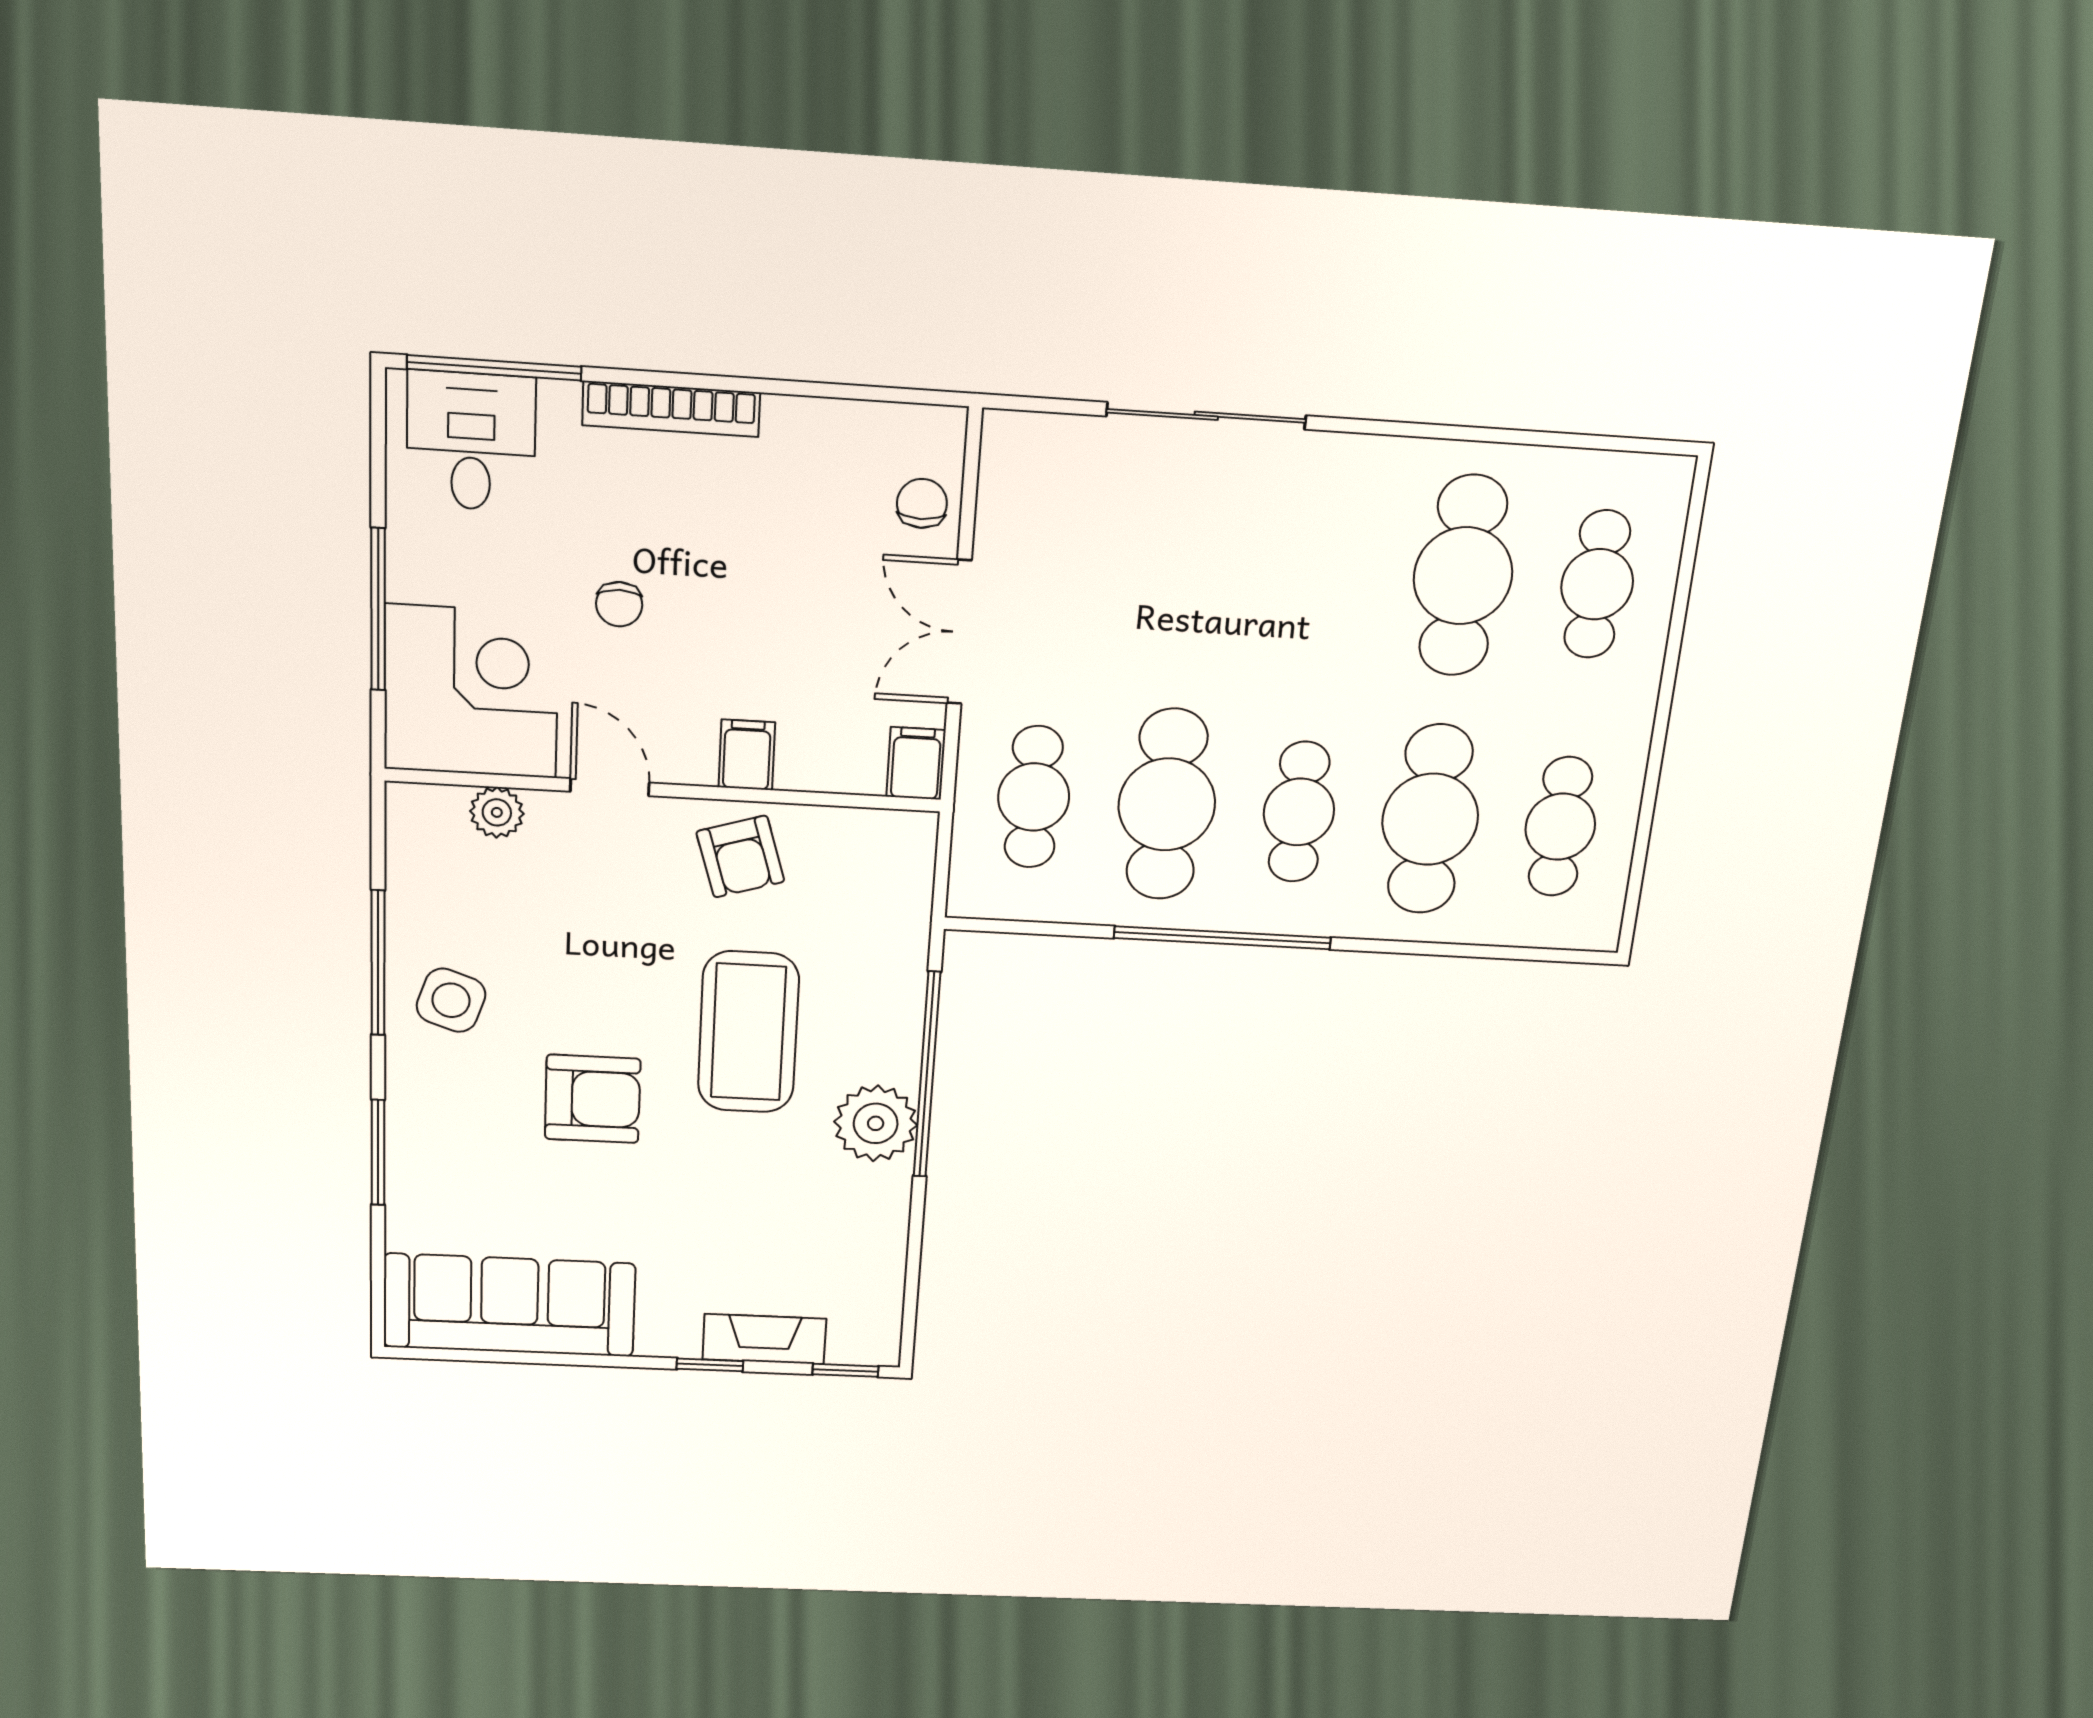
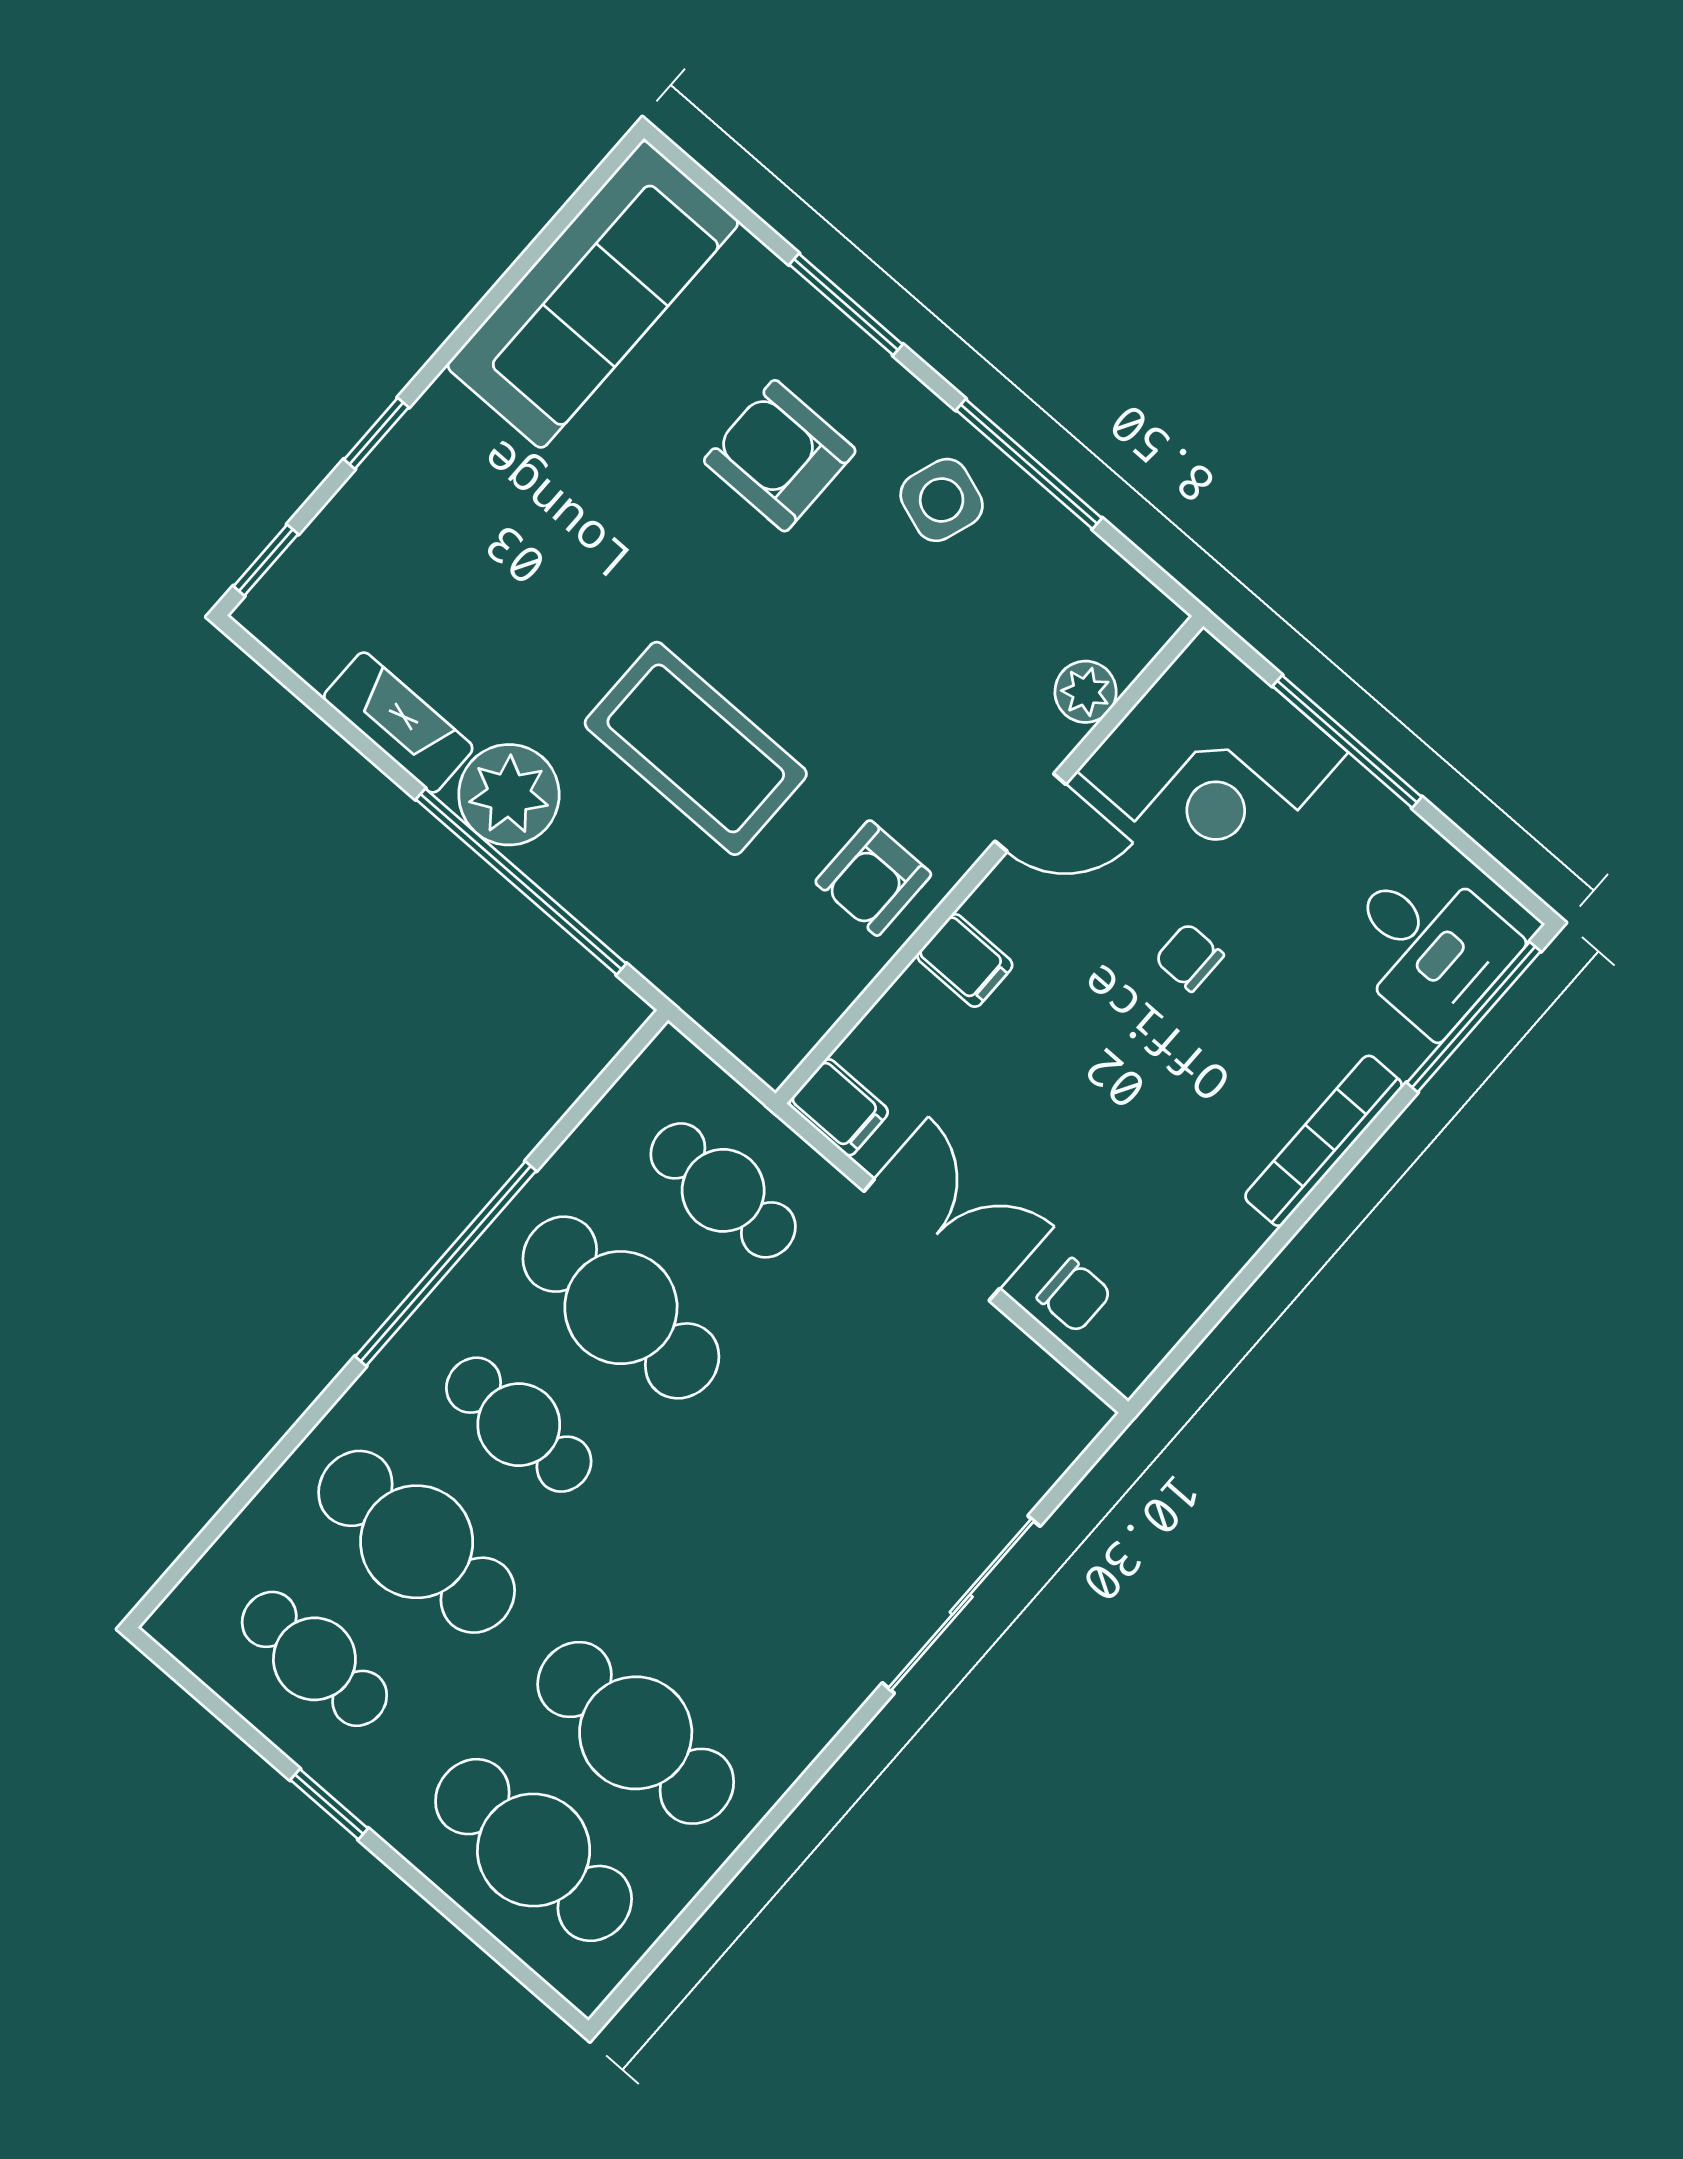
cafe table: (1597, 584) -> (534, 1850), width x1.37, depth x1.35
window: (1658, 744) -> (329, 1804), added
armchair: (740, 857) -> (873, 878), turned -73
armchair: (593, 1099) -> (780, 456), moved, turned 90
fireplace: (764, 1339) -> (398, 723), moved, turned -90

